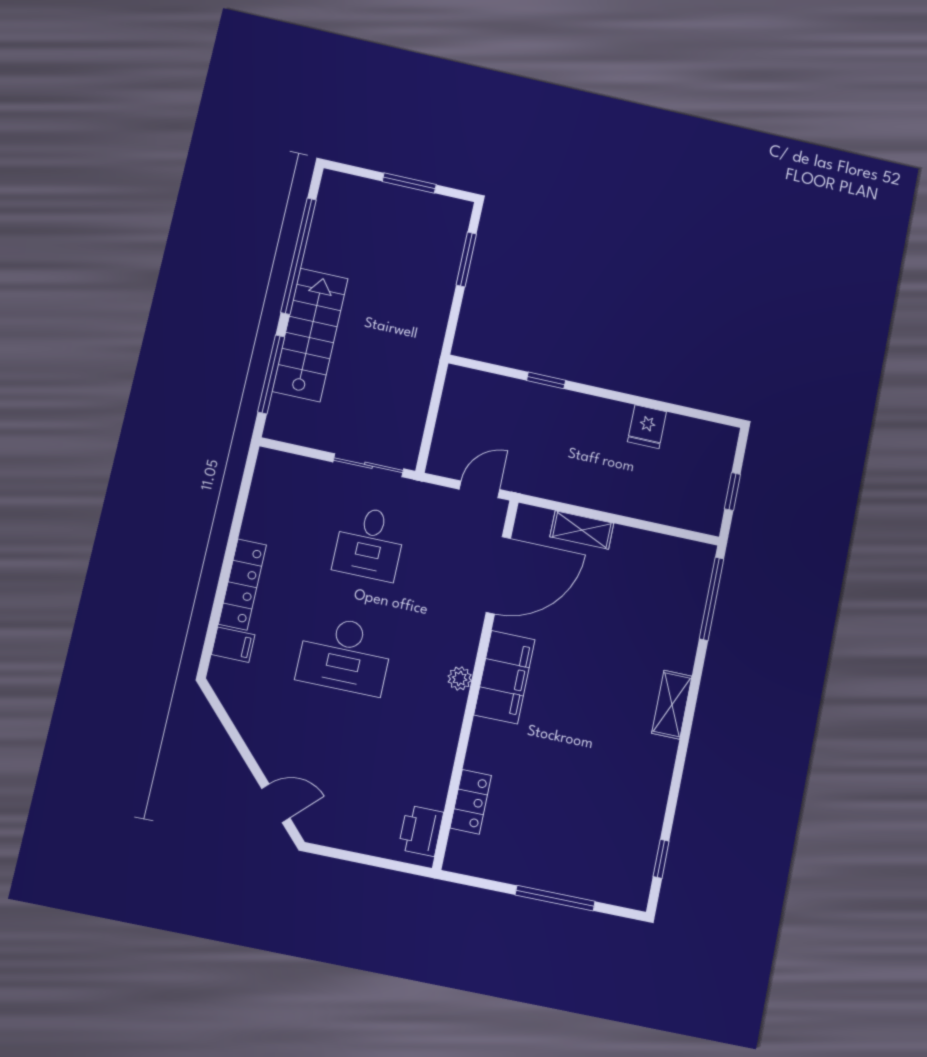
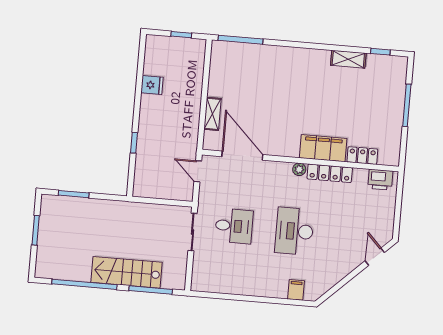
locker: (242, 585) -> (330, 173), moved, turned 180
desk: (345, 655) -> (294, 231), turned 180
filing cabinet: (504, 677) -> (323, 148), moved
shelving: (672, 705) -> (348, 59), moved

